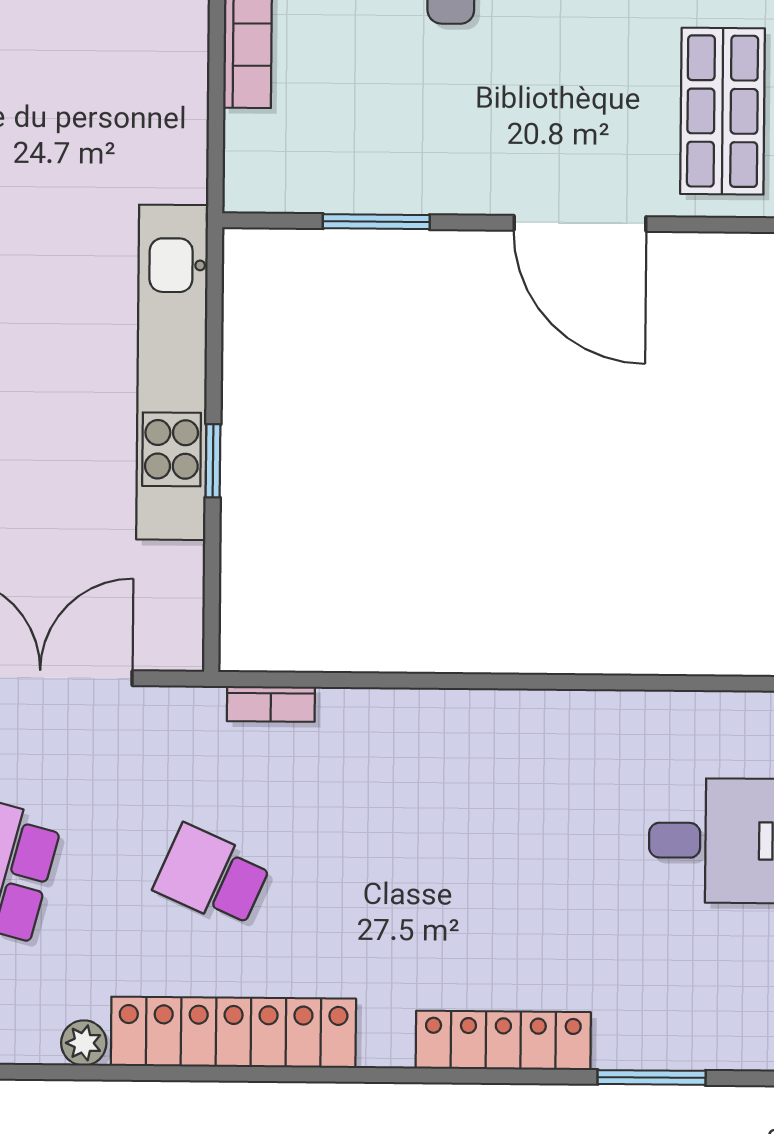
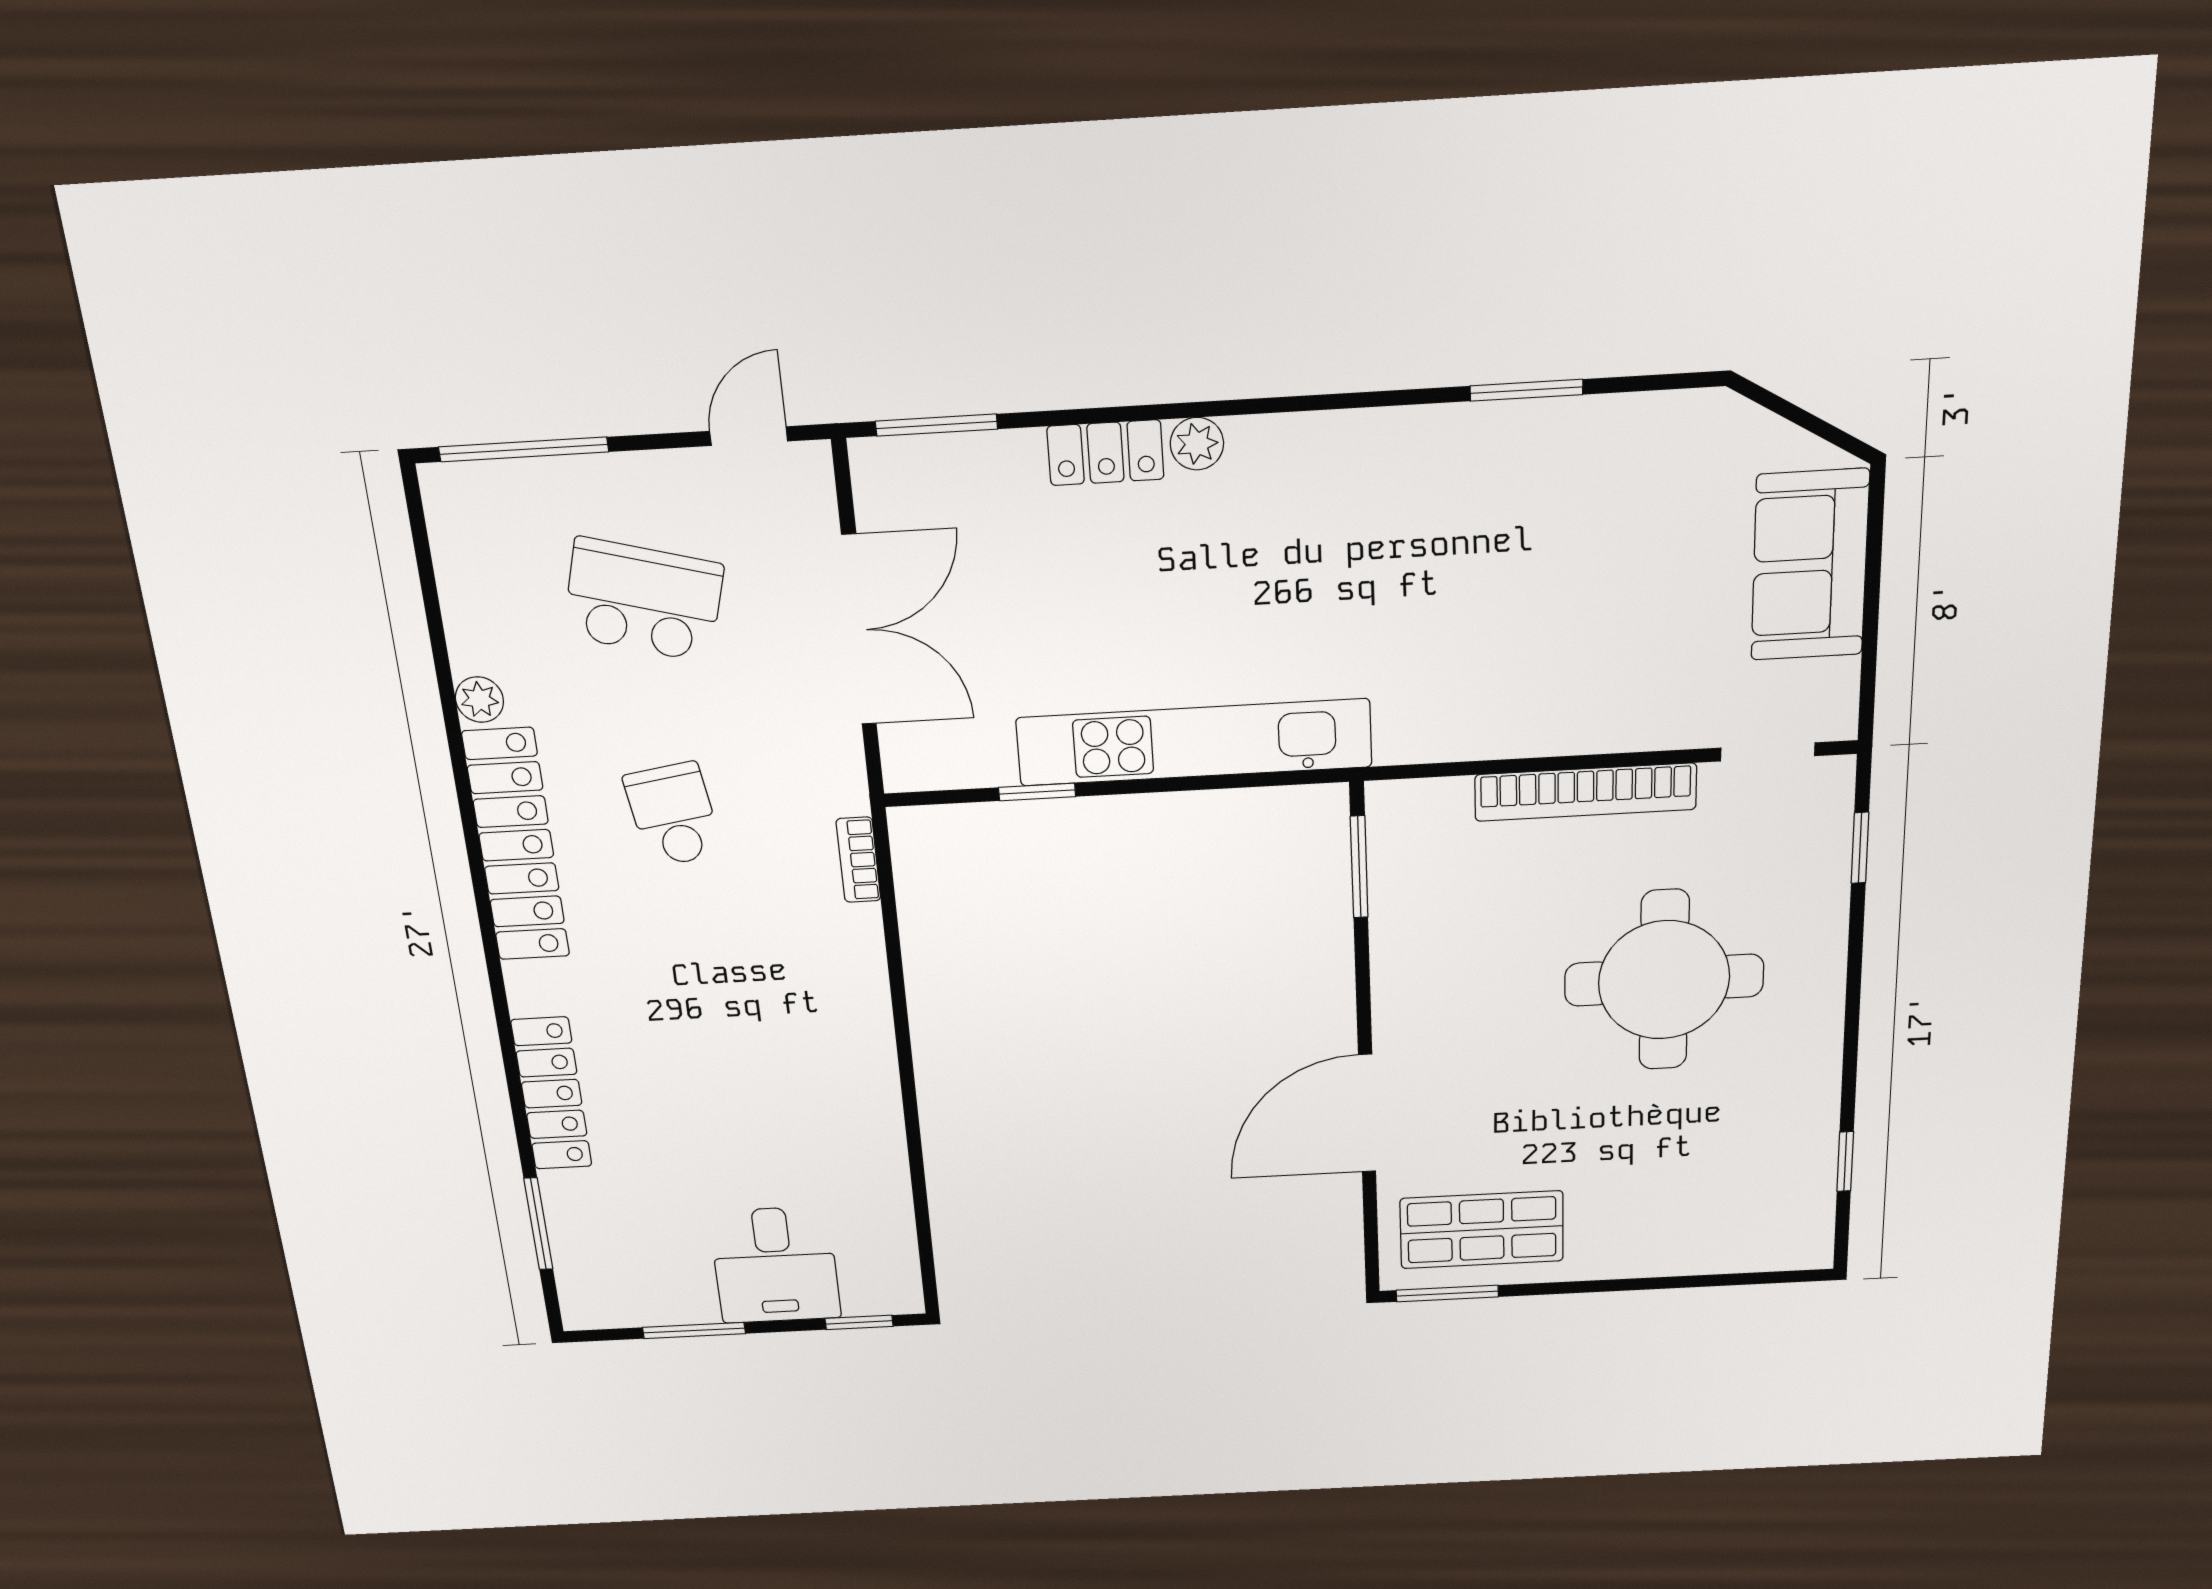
window: (376, 222) -> (1359, 867), moved
window: (213, 461) -> (1037, 792), moved
school desk: (212, 876) -> (673, 815), turned -33

